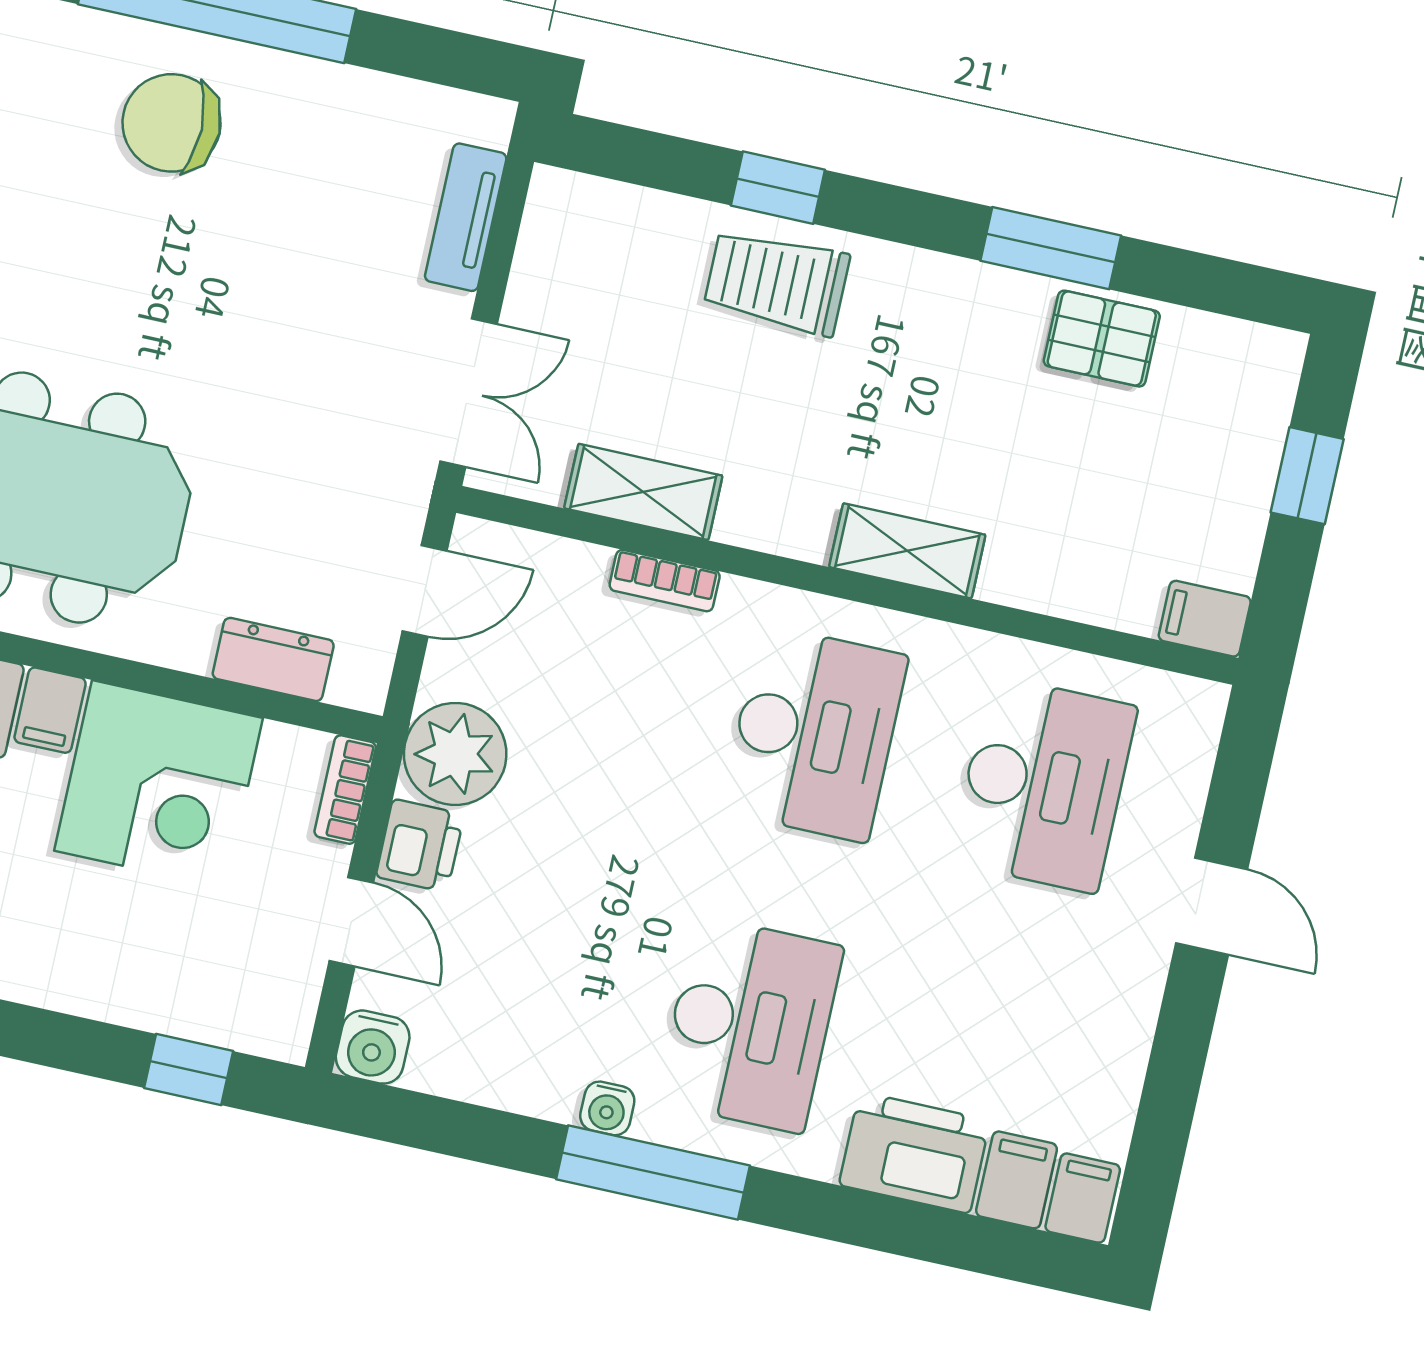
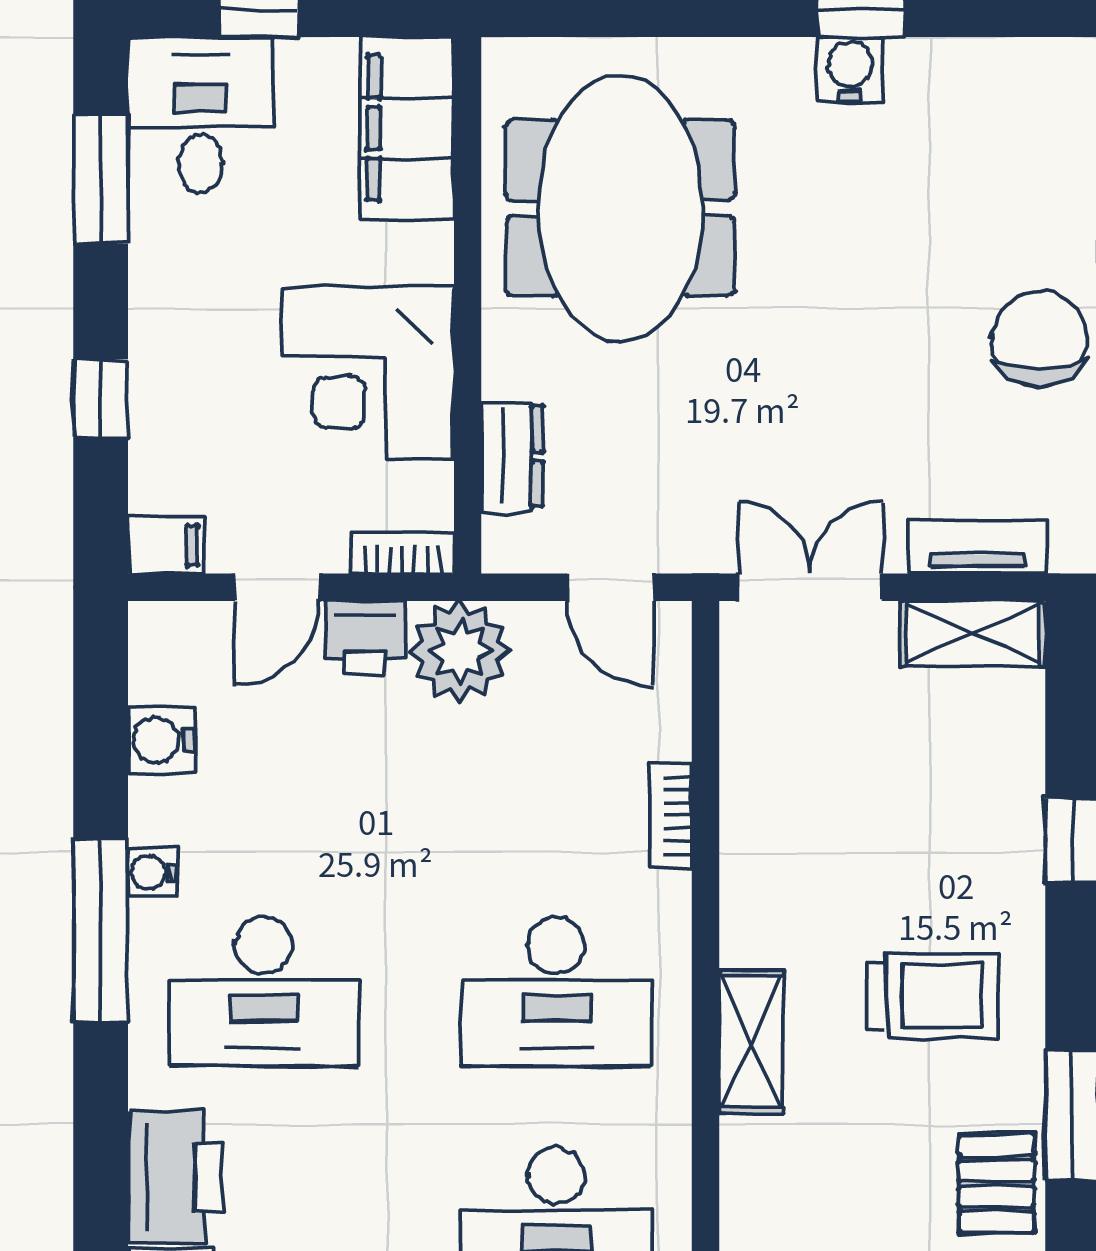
chair: (172, 123) -> (1039, 339), moved
trolley: (777, 282) -> (933, 996), moved, turned 90
double door: (469, 393) -> (810, 587), swing flipped
shelving: (643, 492) -> (973, 633), moved, turned 90
filing cabinet: (50, 710) -> (166, 545), moved, turned 180
water cooler: (373, 1047) -> (161, 740), moved
window: (189, 1069) -> (101, 398), moved

